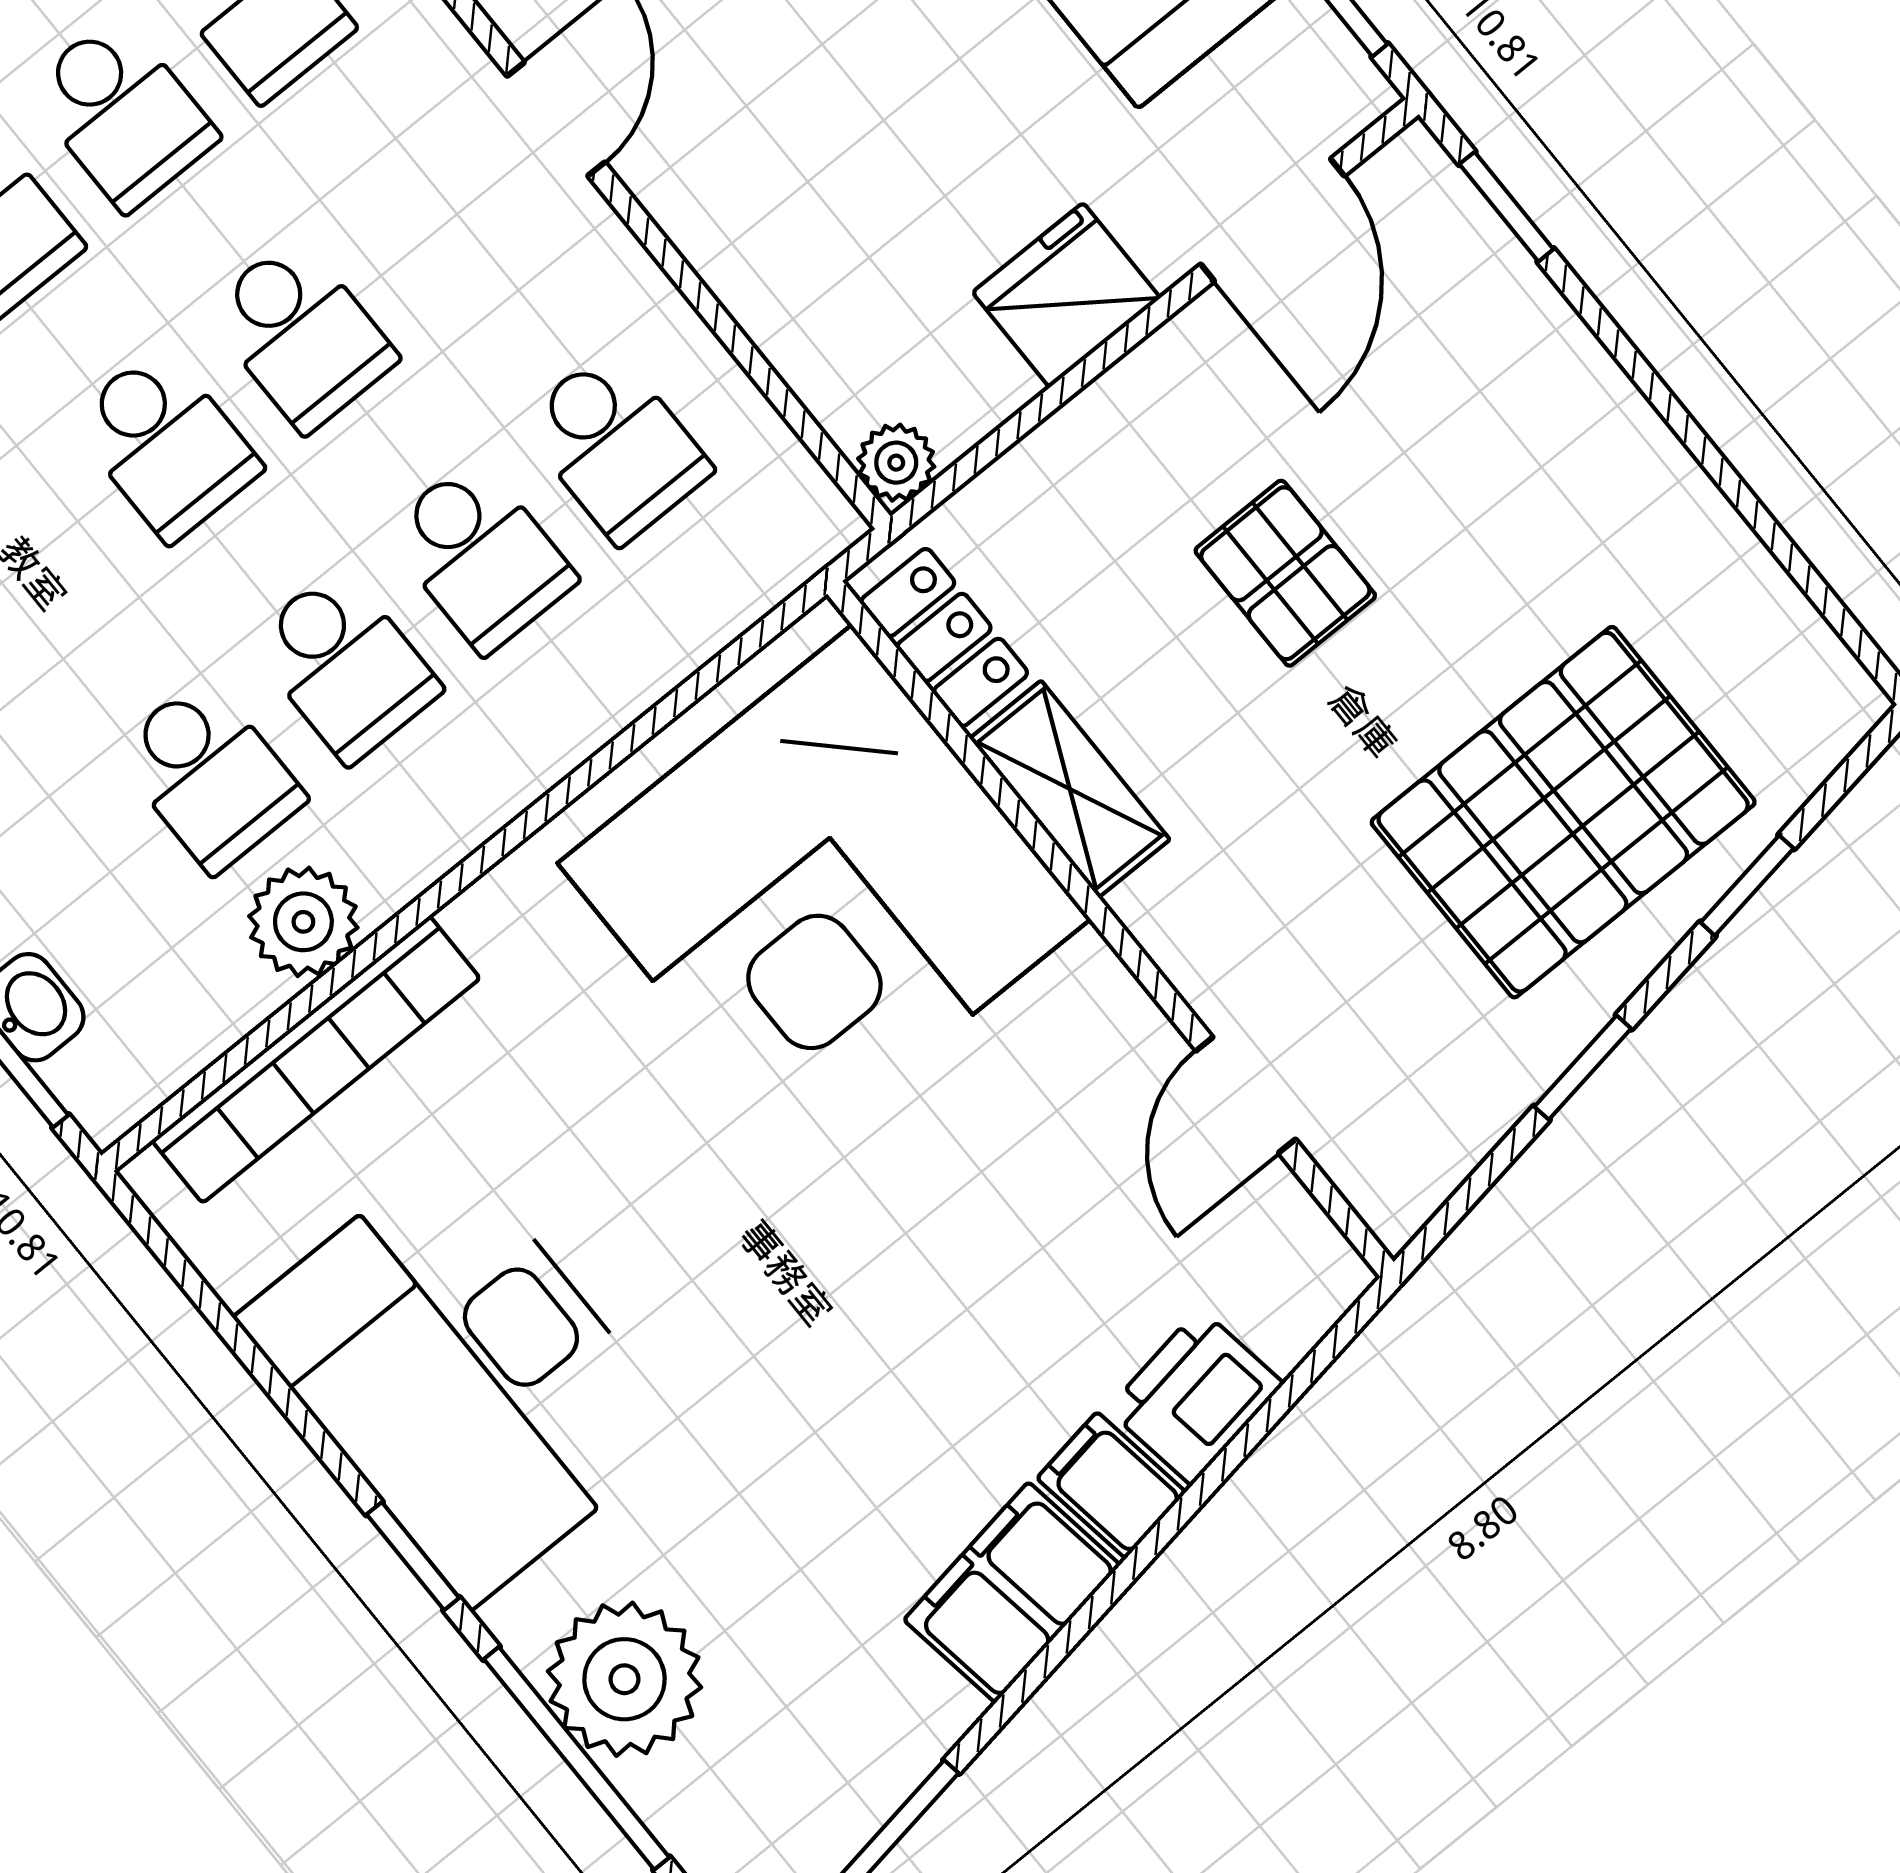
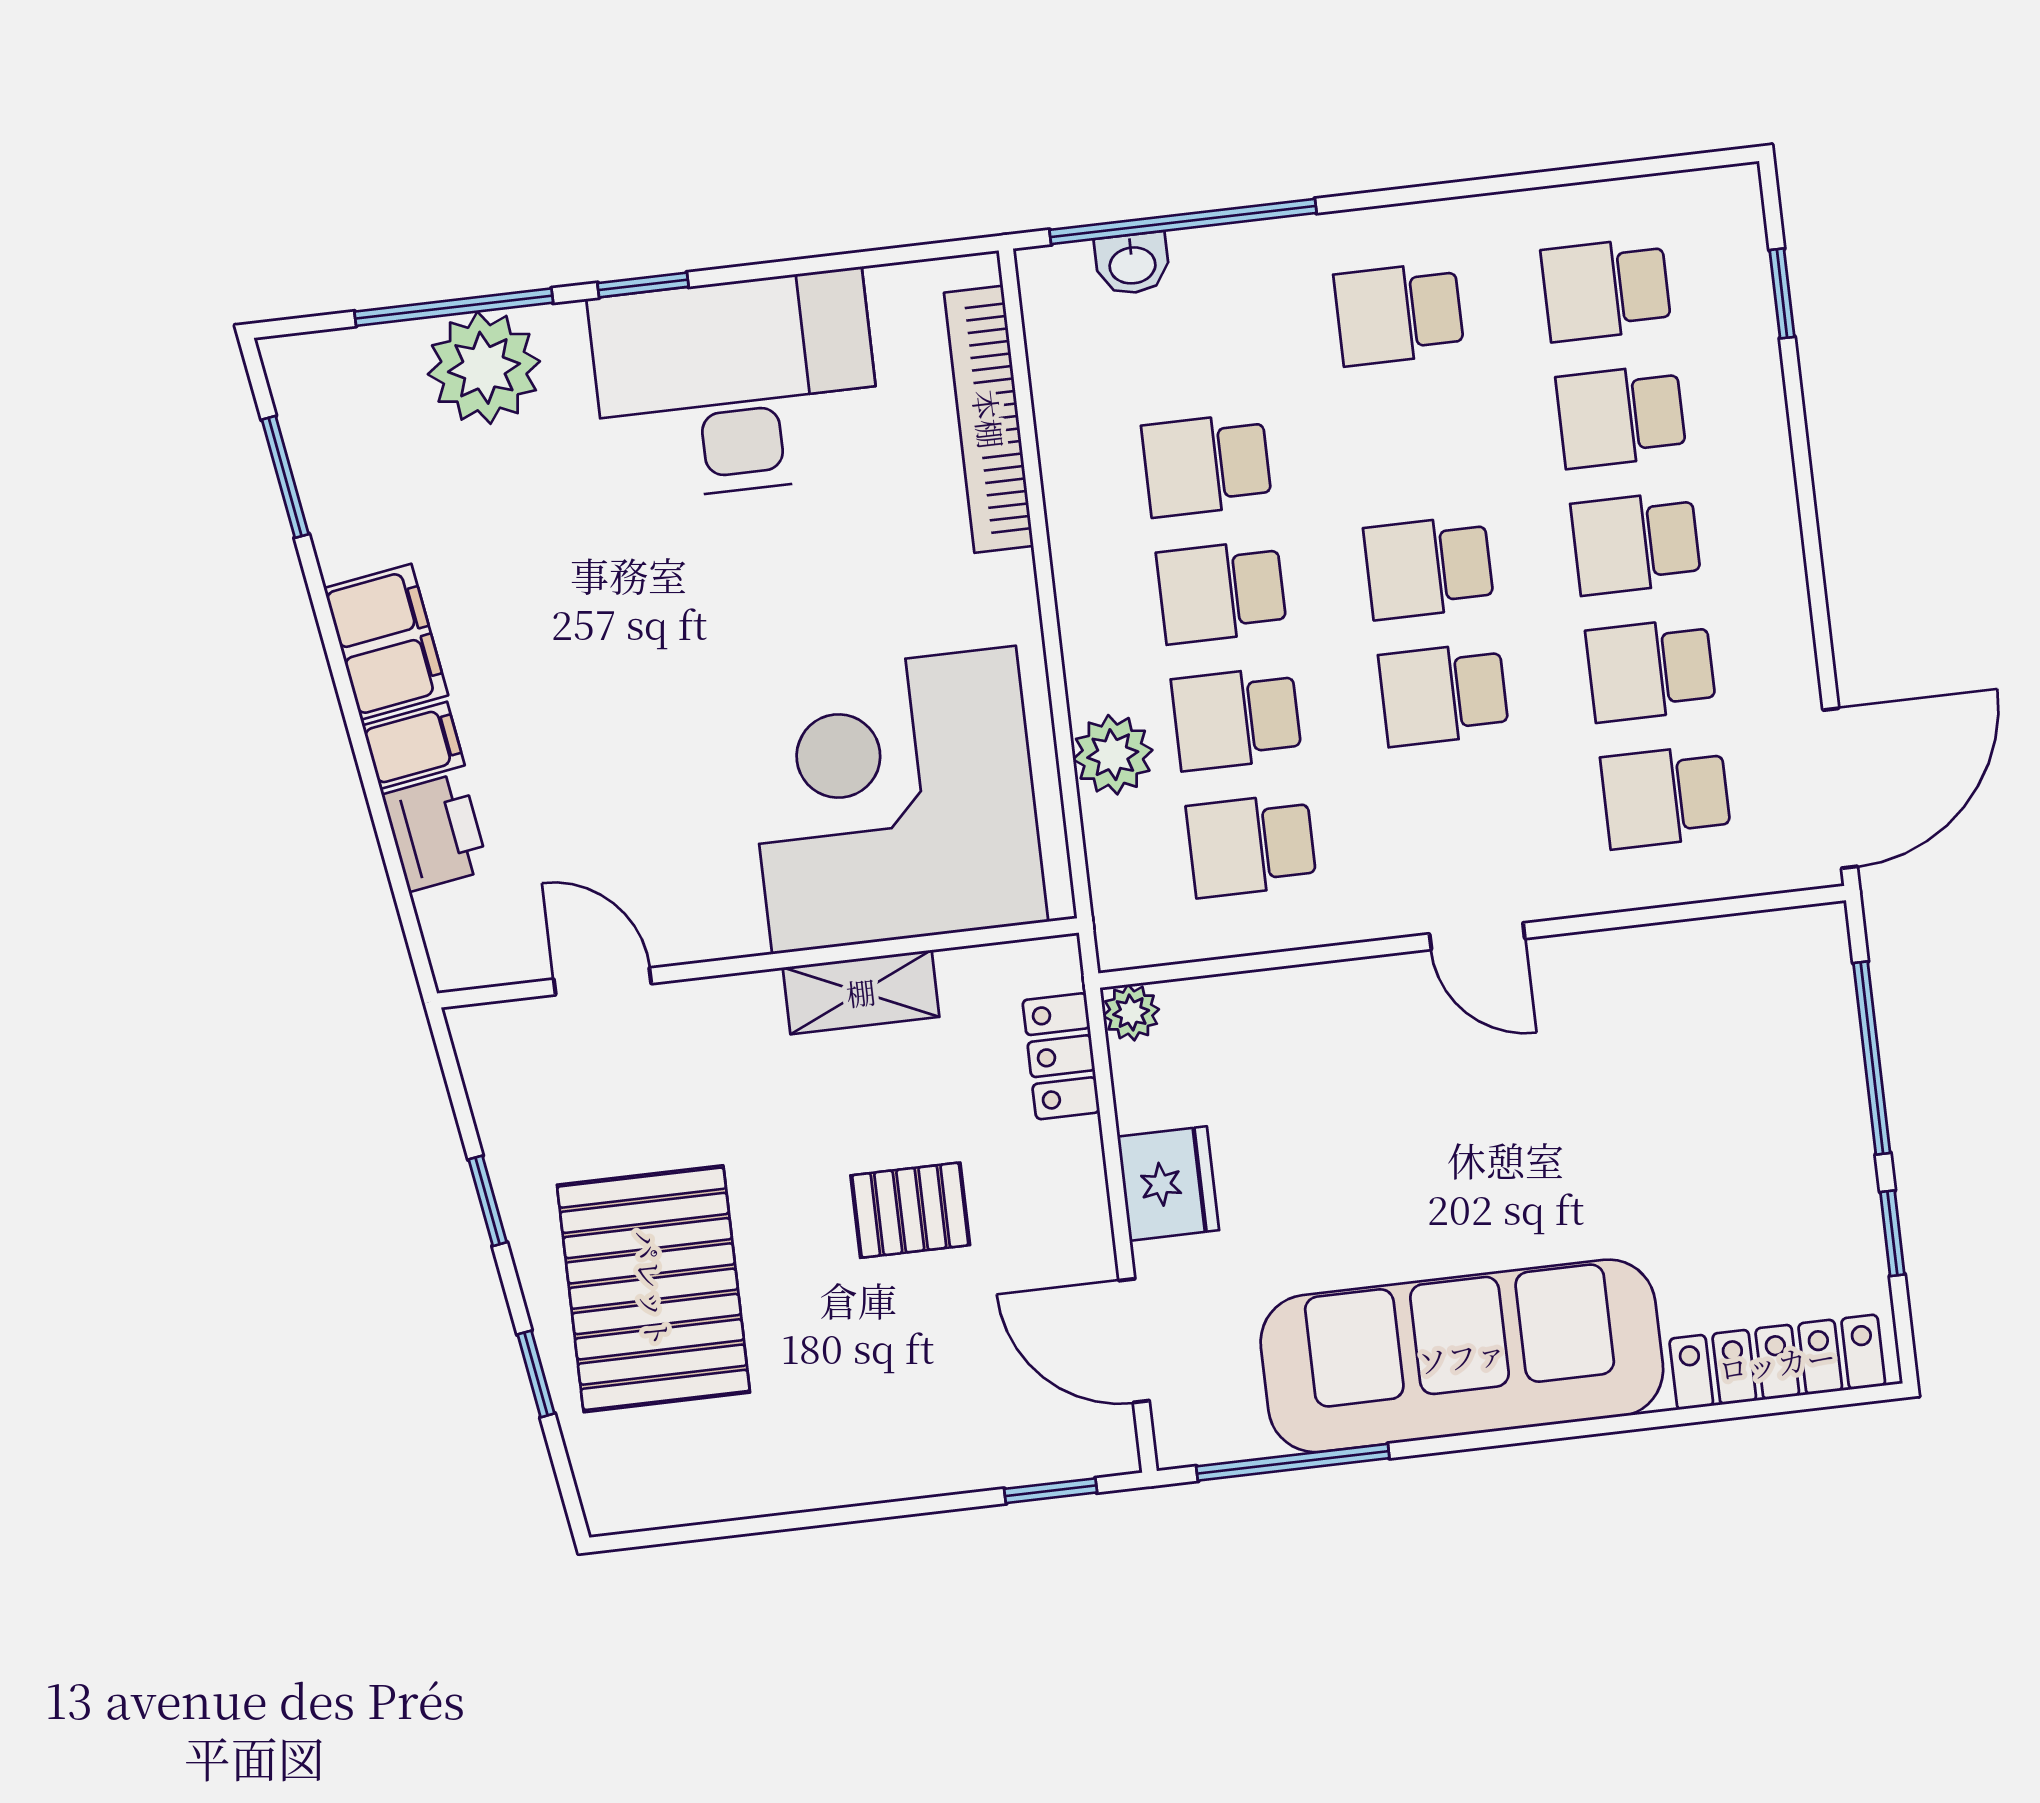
locker: (944, 637) -> (1061, 1056), moved, turned 90
plant: (303, 922) -> (1113, 755), moved

